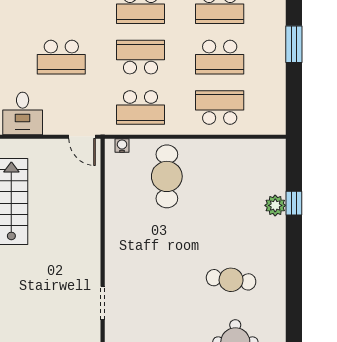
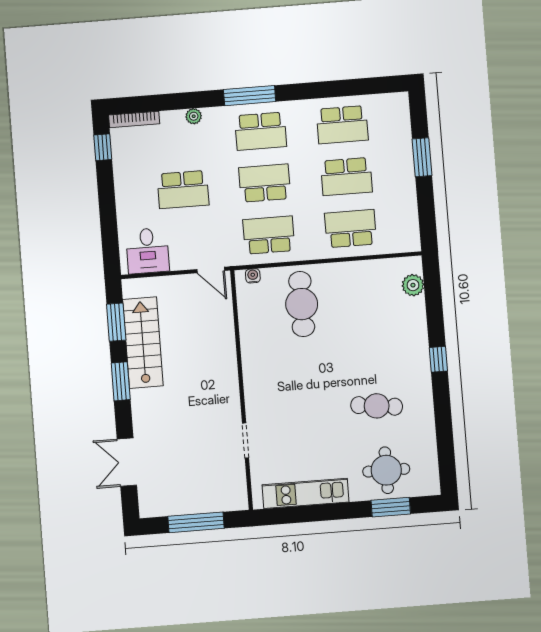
school desk: (140, 107) -> (269, 235), turned 180
window: (294, 203) -> (438, 359), moved
plant: (275, 205) -> (413, 285), moved

